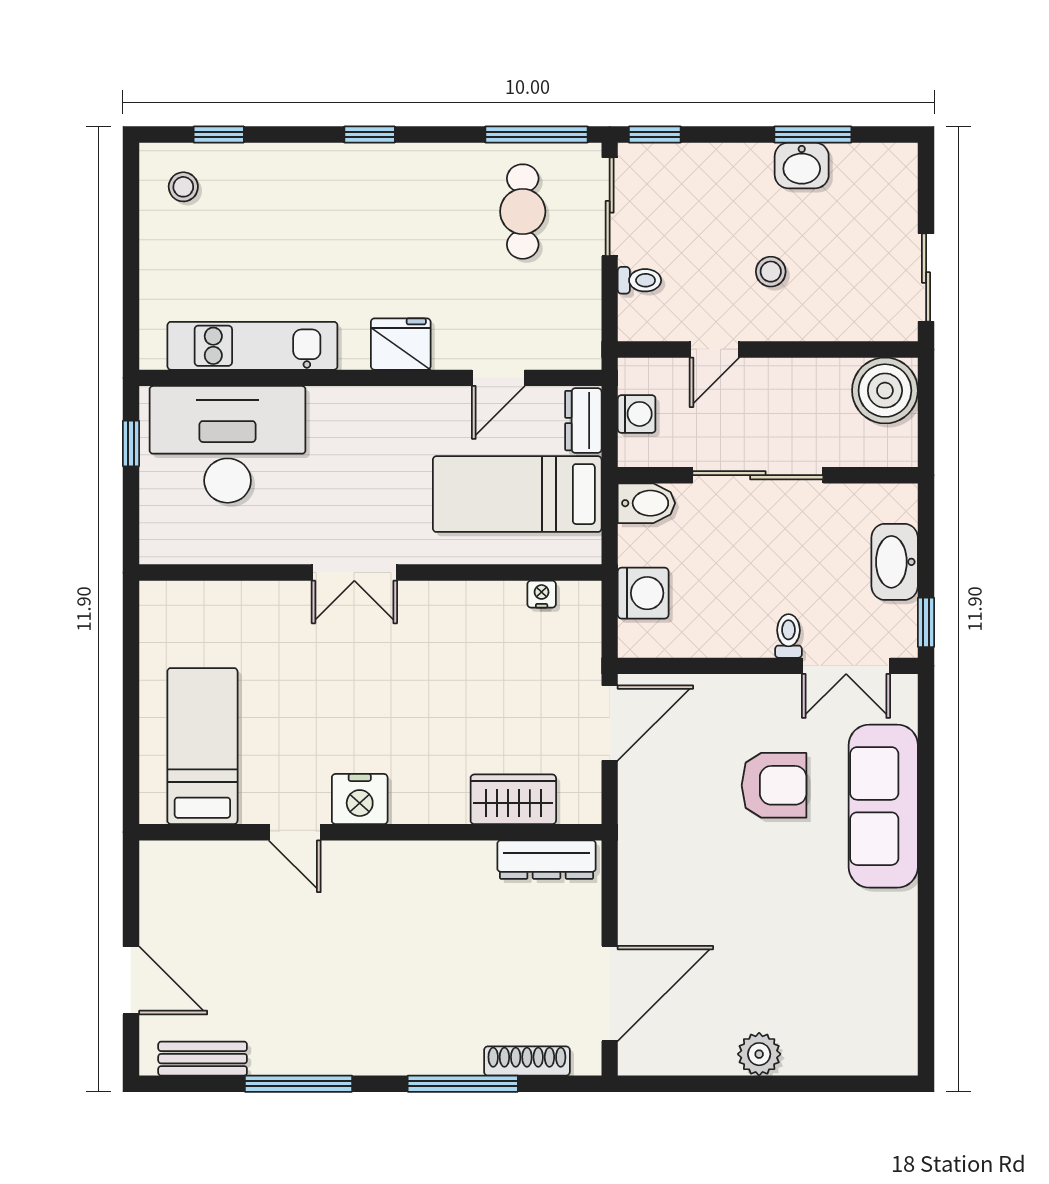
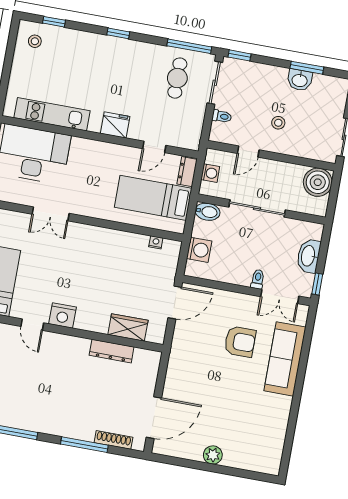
double door: (354, 573) -> (51, 214), moved
dresser: (547, 860) -> (112, 351), moved

